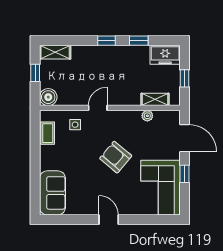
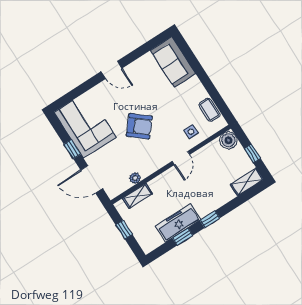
freezer: (165, 55) -> (178, 223), moved, width x1.40

